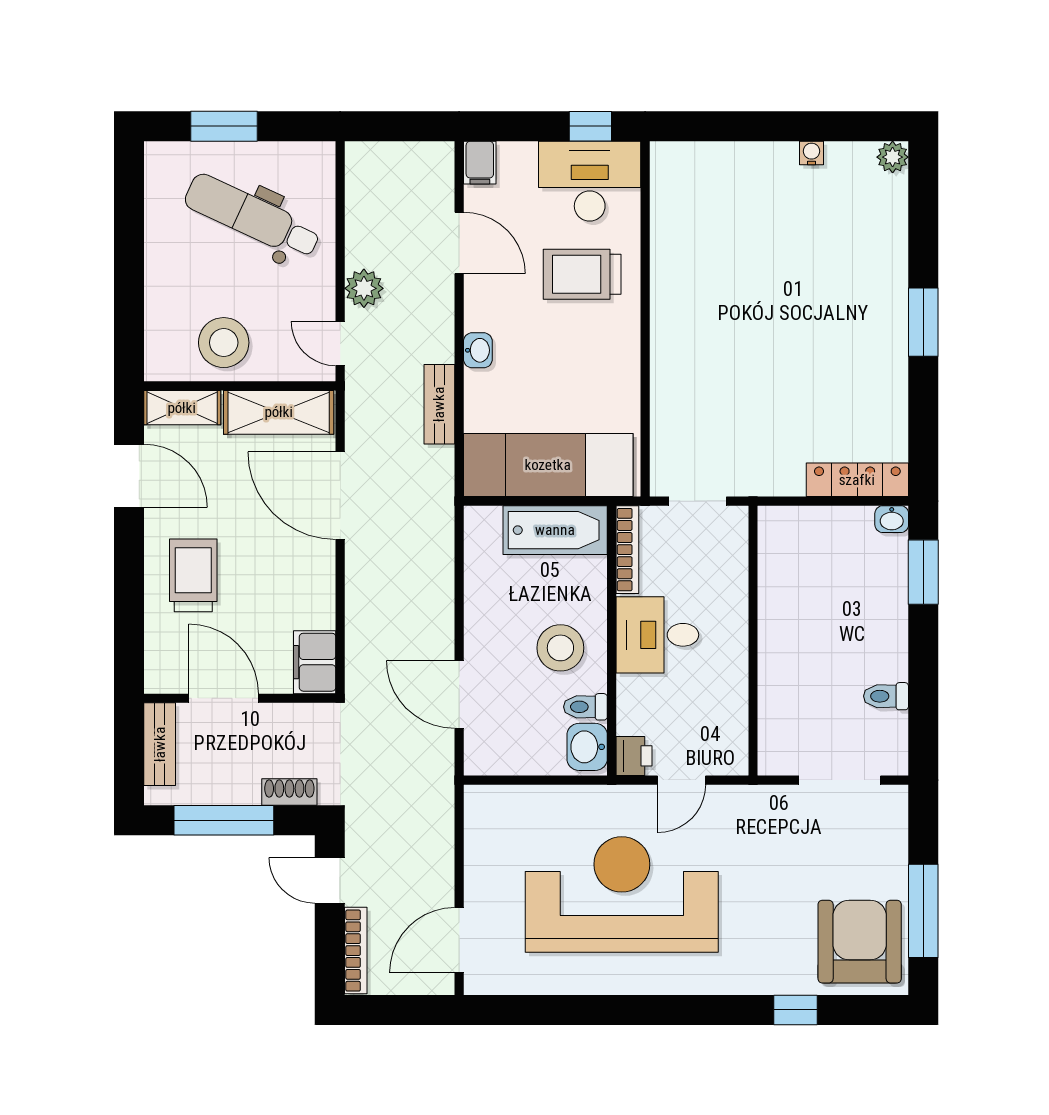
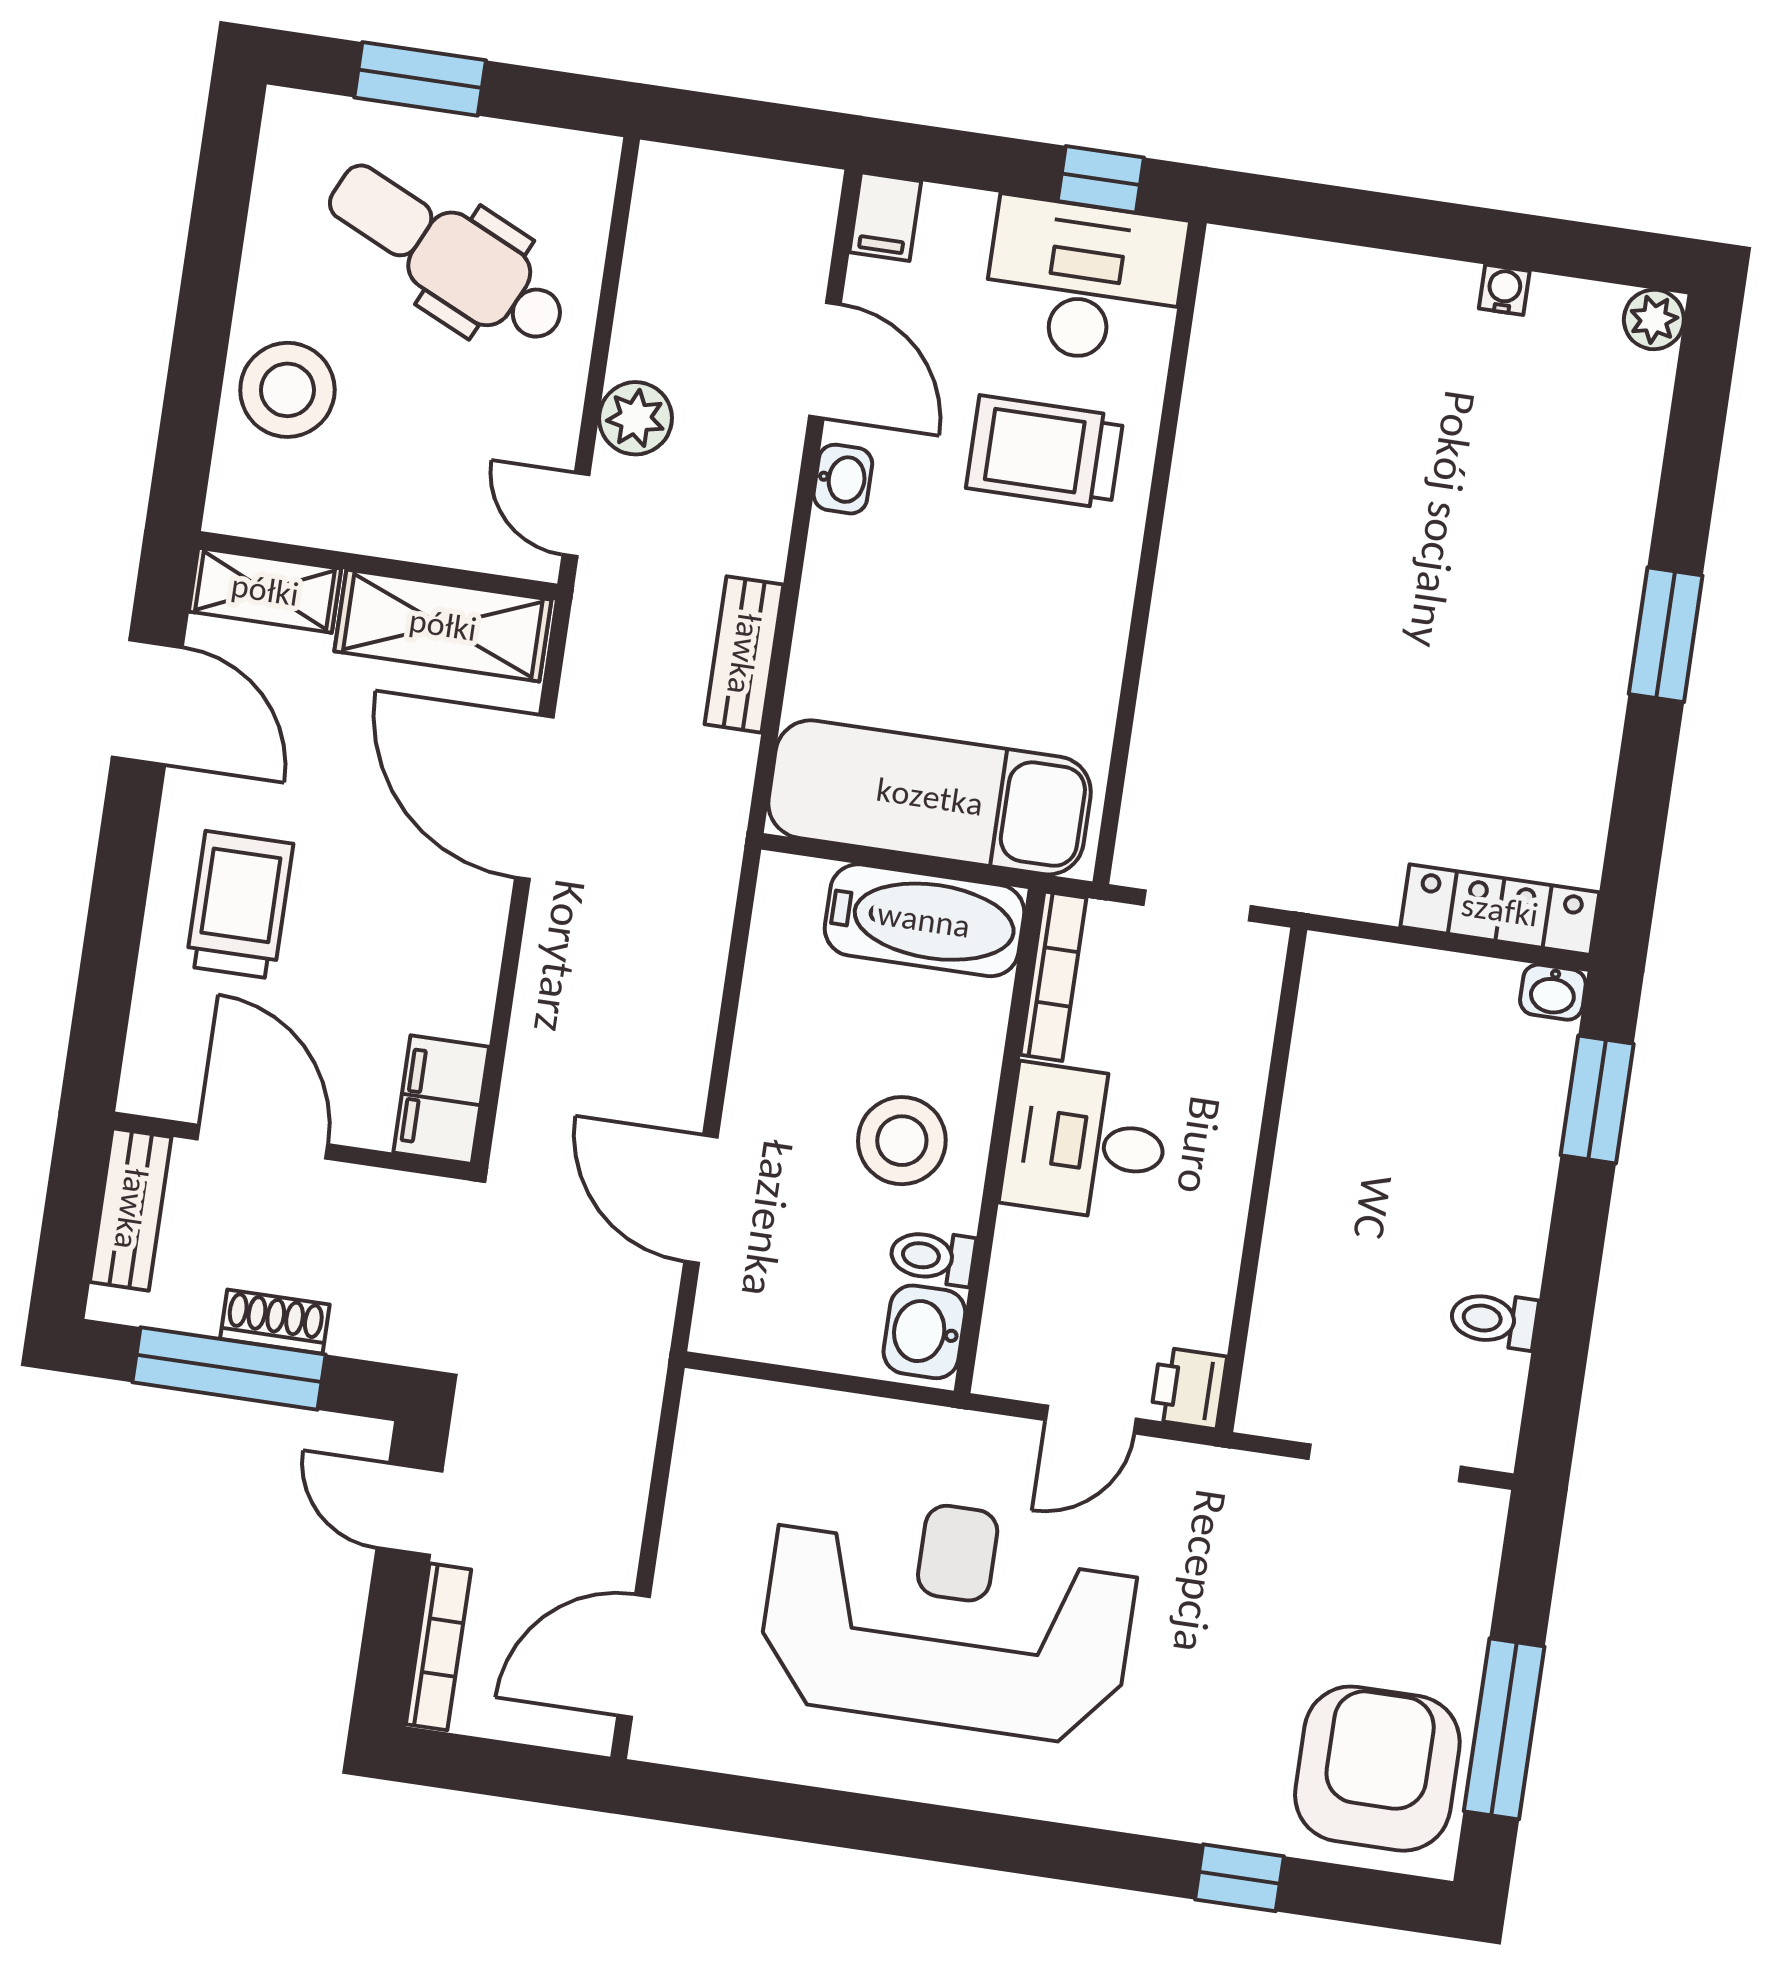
stool: (224, 343) -> (287, 390), moved
washbasin: (478, 350) -> (843, 479), moved
printer: (634, 756) -> (1189, 1388), moved, turned 180
shoe rack: (289, 792) -> (275, 1322), moved

